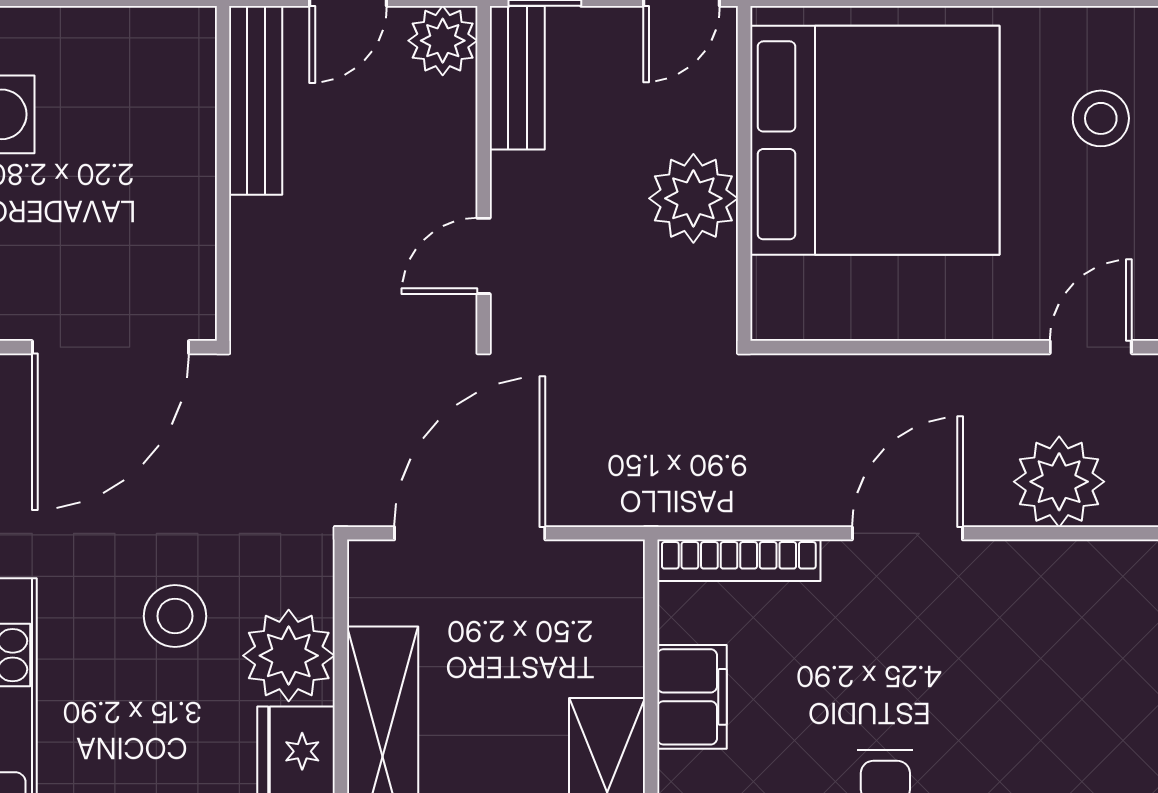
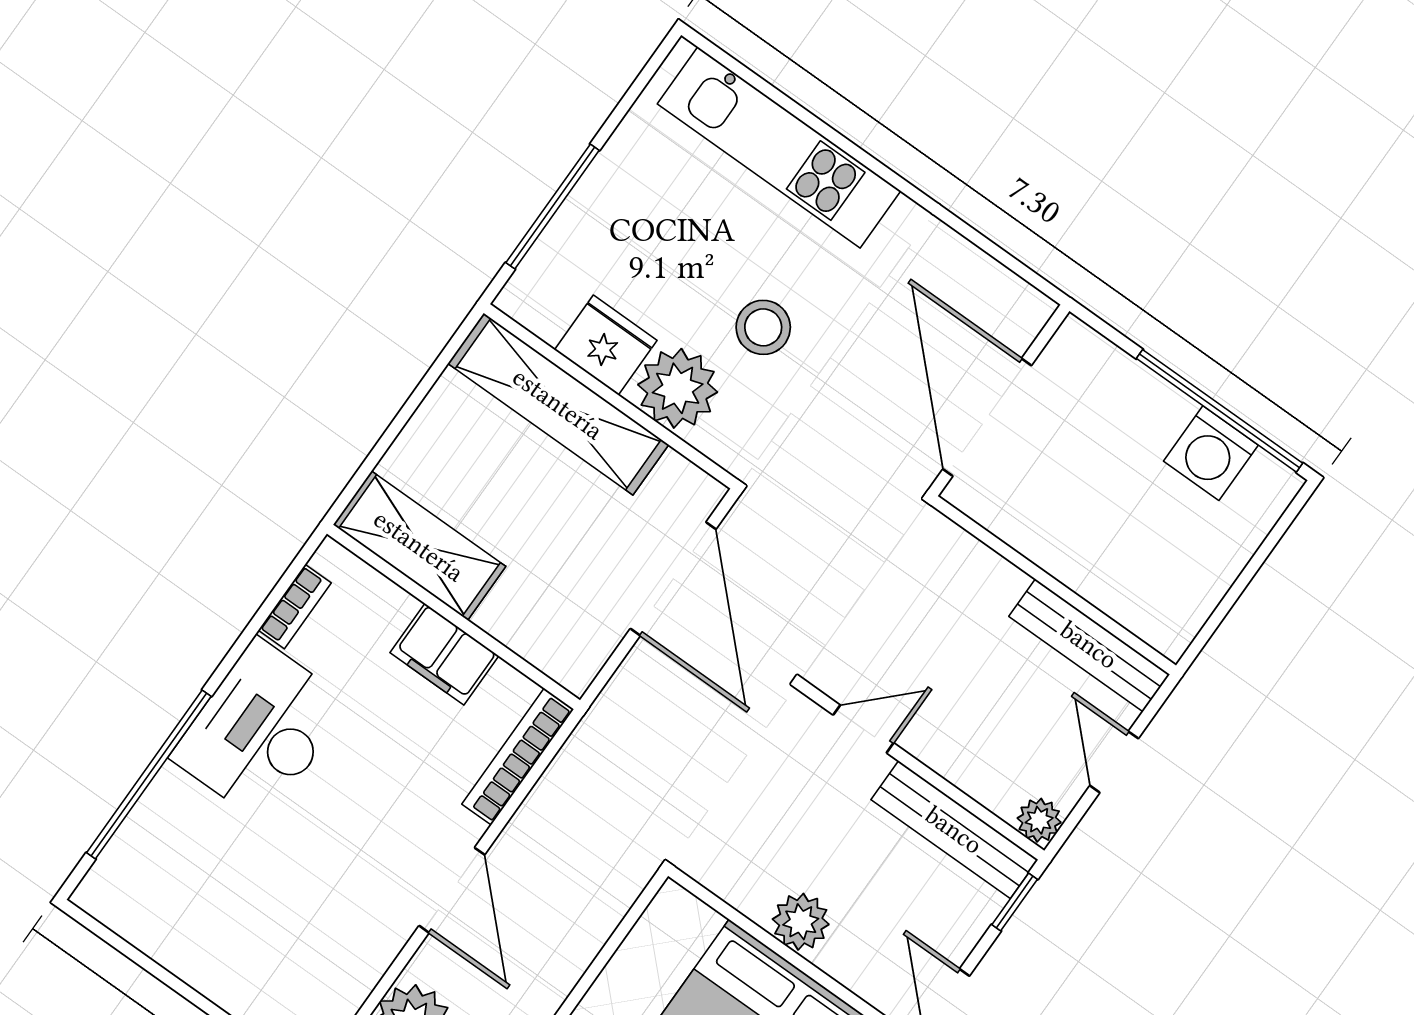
plant: (443, 41) -> (1039, 820), width x0.73, depth x0.73
bench: (517, 78) -> (954, 830), width x1.36
plant: (693, 198) -> (801, 922), width x0.73, depth x0.73
door: (484, 256) -> (863, 729), hinge flipped

